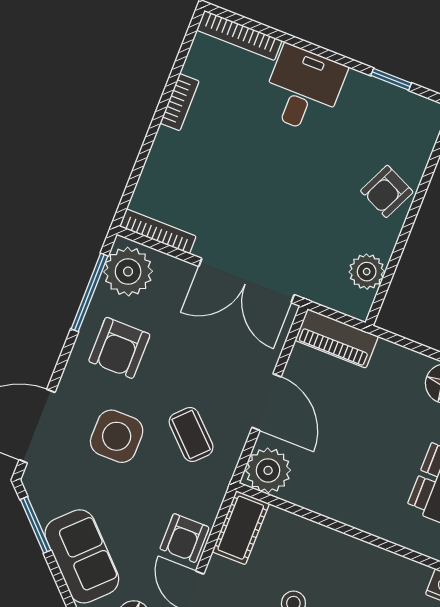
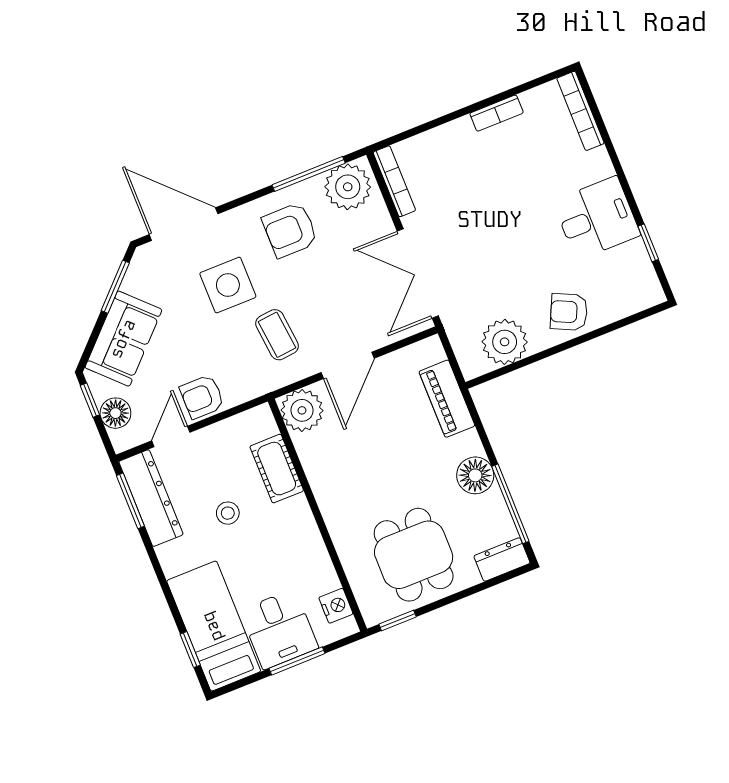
desk: (303, 89) -> (597, 218), moved
plant: (367, 272) -> (505, 342), width x1.36, depth x1.36
piano: (337, 338) -> (447, 399), moved
coffee table: (191, 435) -> (277, 335), turned -50
cot: (241, 528) -> (277, 469), moved, turned 90

